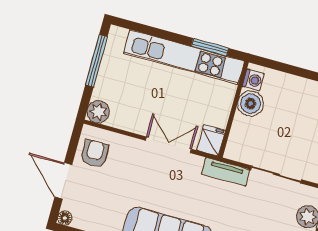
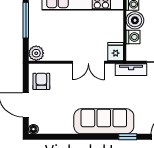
washing machine: (241, 127) -> (133, 37), added
double door: (168, 145) -> (88, 62), swing flipped

